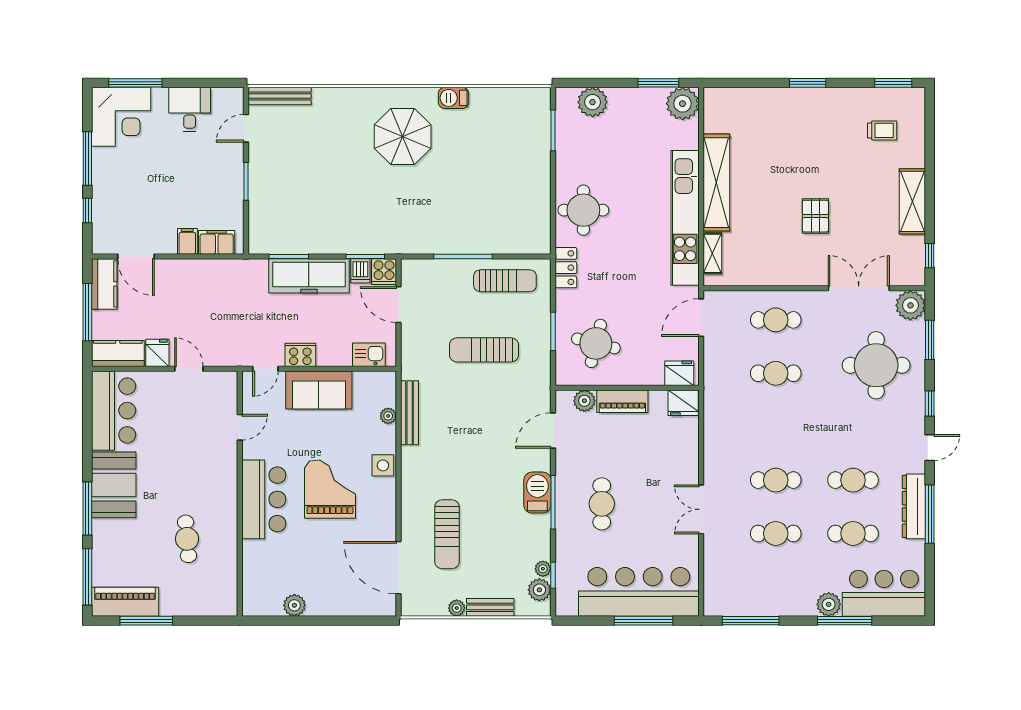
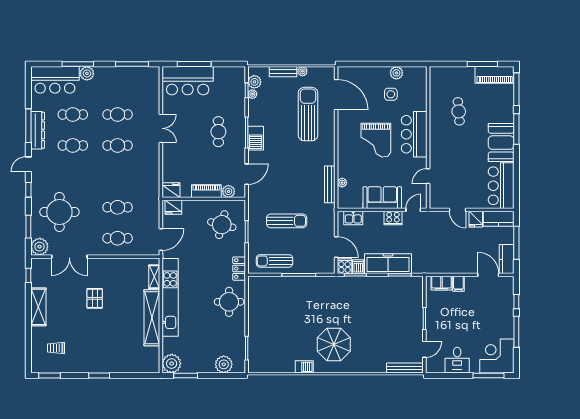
side table: (383, 465) -> (391, 94), moved
sun lounger: (447, 534) -> (308, 114), width x1.36, depth x1.34
bar counter: (639, 592) -> (188, 81), width x0.73

